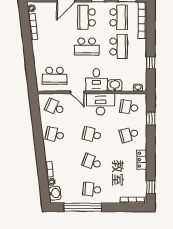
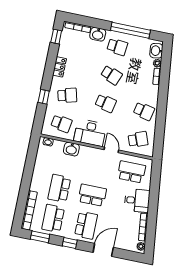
window: (151, 63) -> (30, 165), removed
desk: (96, 80) -> (137, 200), moved, turned 83
school desk: (55, 107) -> (138, 139), turned -45
window: (151, 119) -> (44, 97), moved
washbasin: (112, 197) -> (98, 34), added

